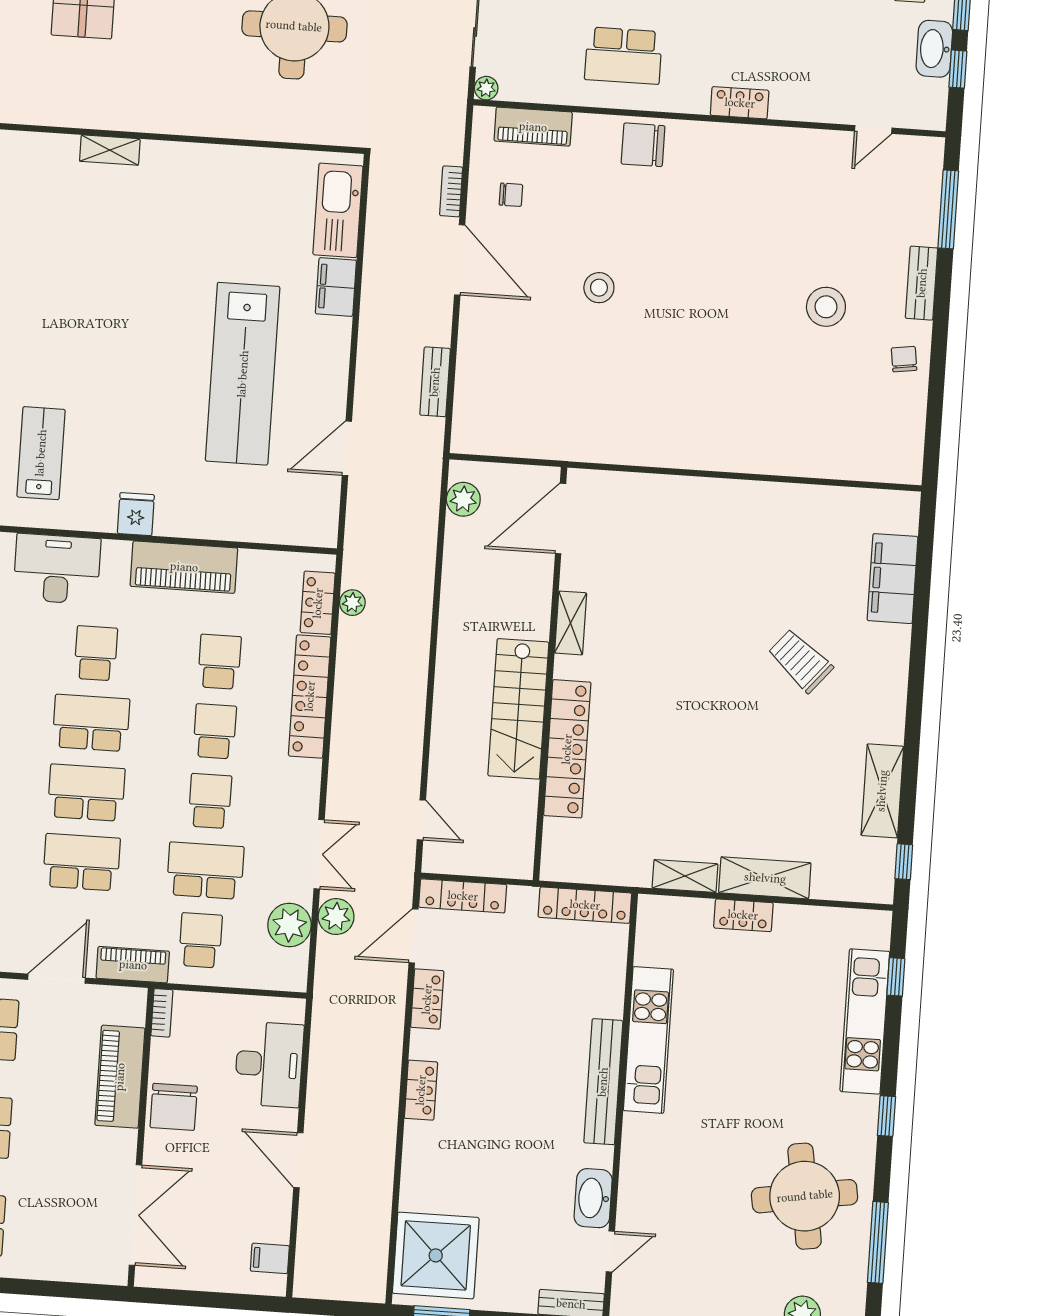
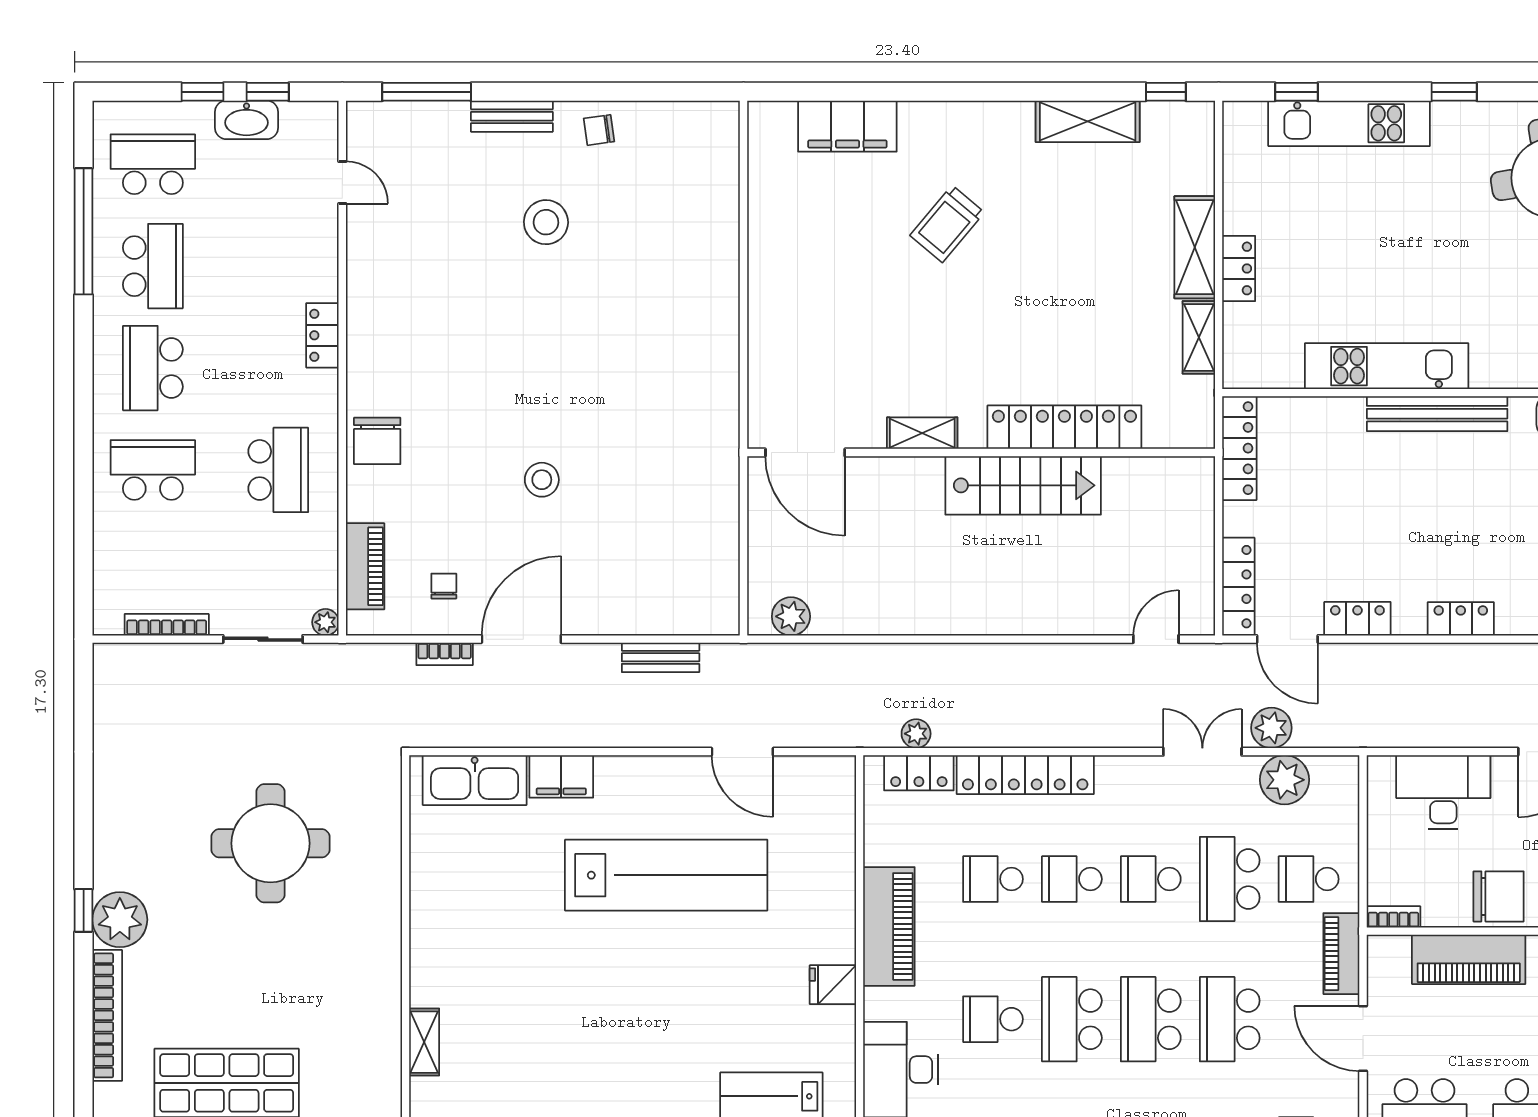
door: (561, 518) -> (805, 452), moved
shelving: (571, 623) -> (922, 433), moved
wall: (550, 674) -> (981, 452), moved
stairs: (518, 709) -> (1023, 485), moved
locker: (567, 749) -> (1064, 427), moved

